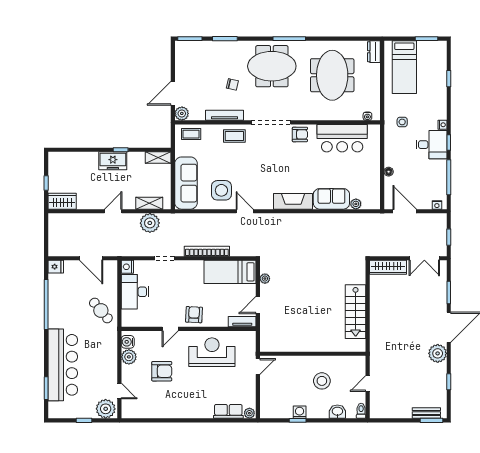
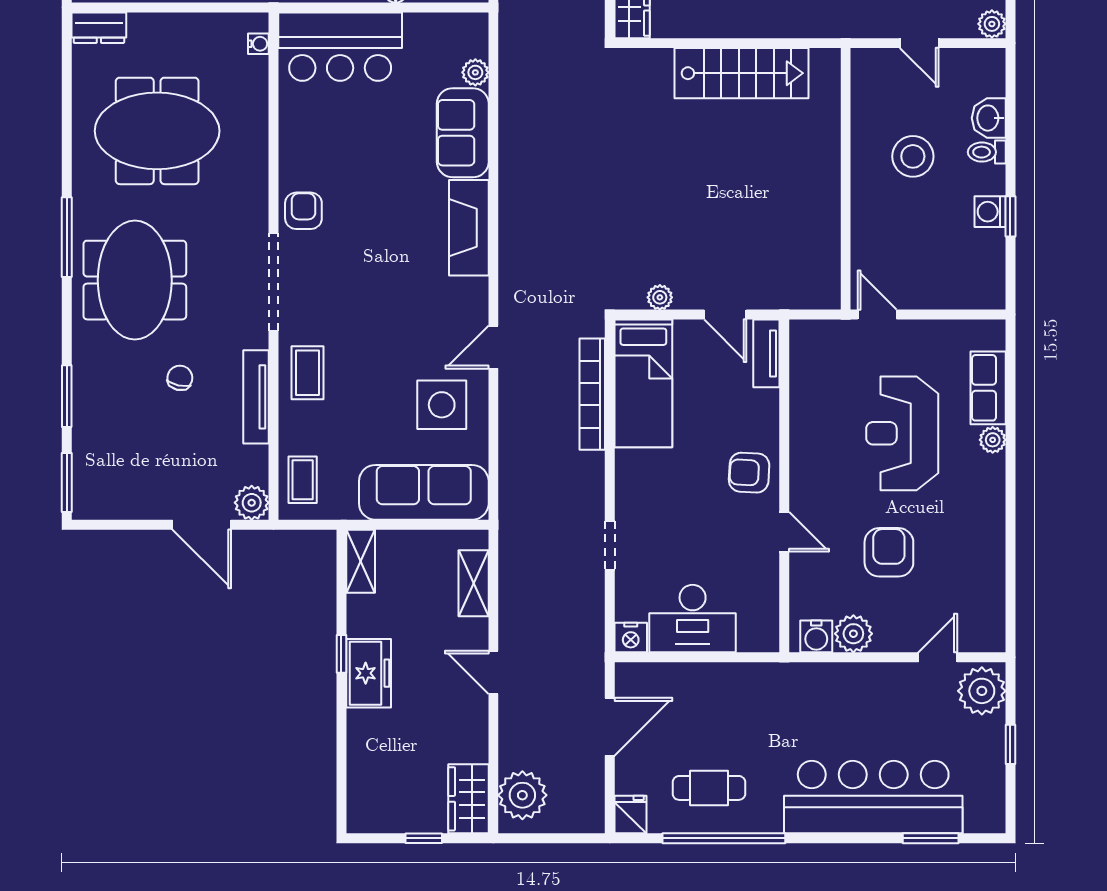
bar counter: (342, 138) -> (340, 47), moved, turned 90
plant: (150, 223) -> (522, 795), moved
bookcase: (207, 251) -> (592, 394), moved
cafe table: (101, 311) -> (709, 788), moved, turned 40
reception desk: (212, 352) -> (902, 433), moved
toilet: (361, 411) -> (987, 152), moved
plant: (249, 413) -> (993, 440), moved
plant: (375, 413) -> (992, 24), added

